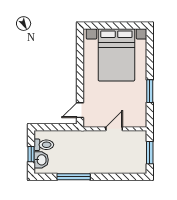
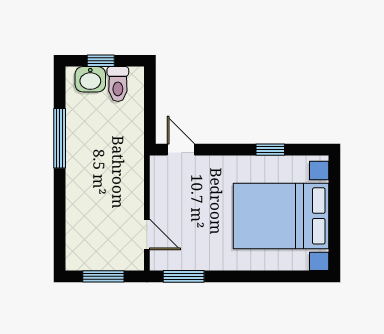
window: (80, 61) -> (270, 150), added
window: (150, 91) -> (184, 276), moved
door: (114, 129) -> (147, 234), moved

